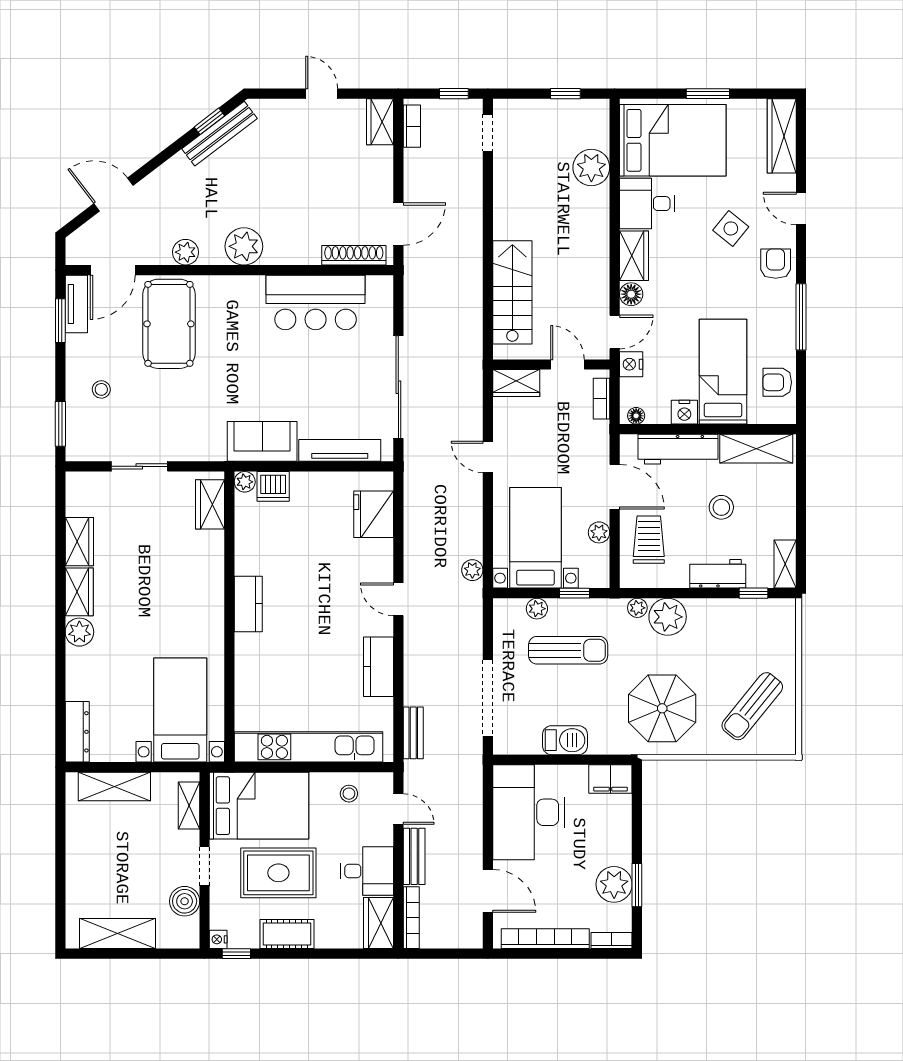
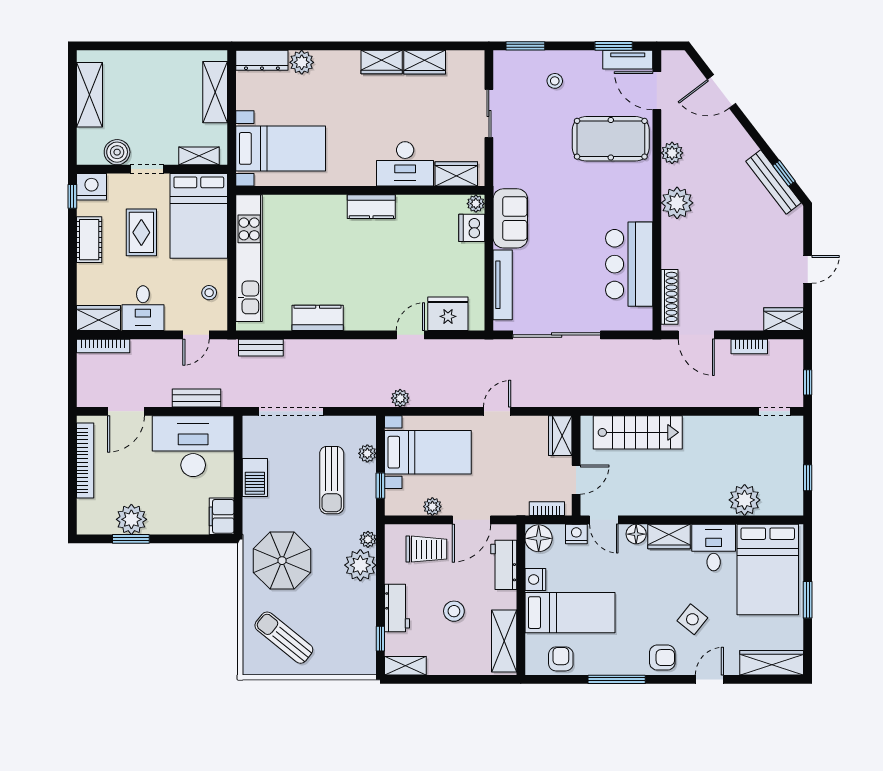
bookcase: (412, 126) -> (749, 346), moved
door: (114, 194) -> (721, 91), swing flipped
floor lamp: (636, 416) -> (539, 538), width x1.89, depth x1.89
workbench: (678, 449) -> (504, 565), width x0.73
desk: (198, 564) -> (405, 164), added
door: (398, 599) -> (410, 335), moved
plant: (79, 632) -> (302, 62), moved
bench: (414, 856) -> (197, 398), moved
rug: (278, 873) -> (141, 232), width x0.73, depth x0.70
nightstand: (218, 939) -> (91, 187), width x1.89, depth x1.79
bookcase: (612, 940) -> (84, 517), removed

